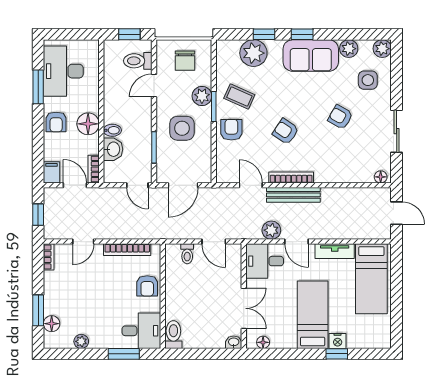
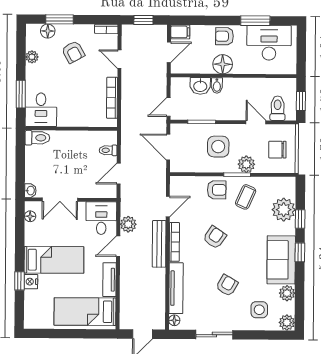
bookcase: (94, 169) -> (183, 69), removed
tv unit: (344, 175) -> (176, 288), added
armchair: (147, 286) -> (73, 52), moved, turned -119

